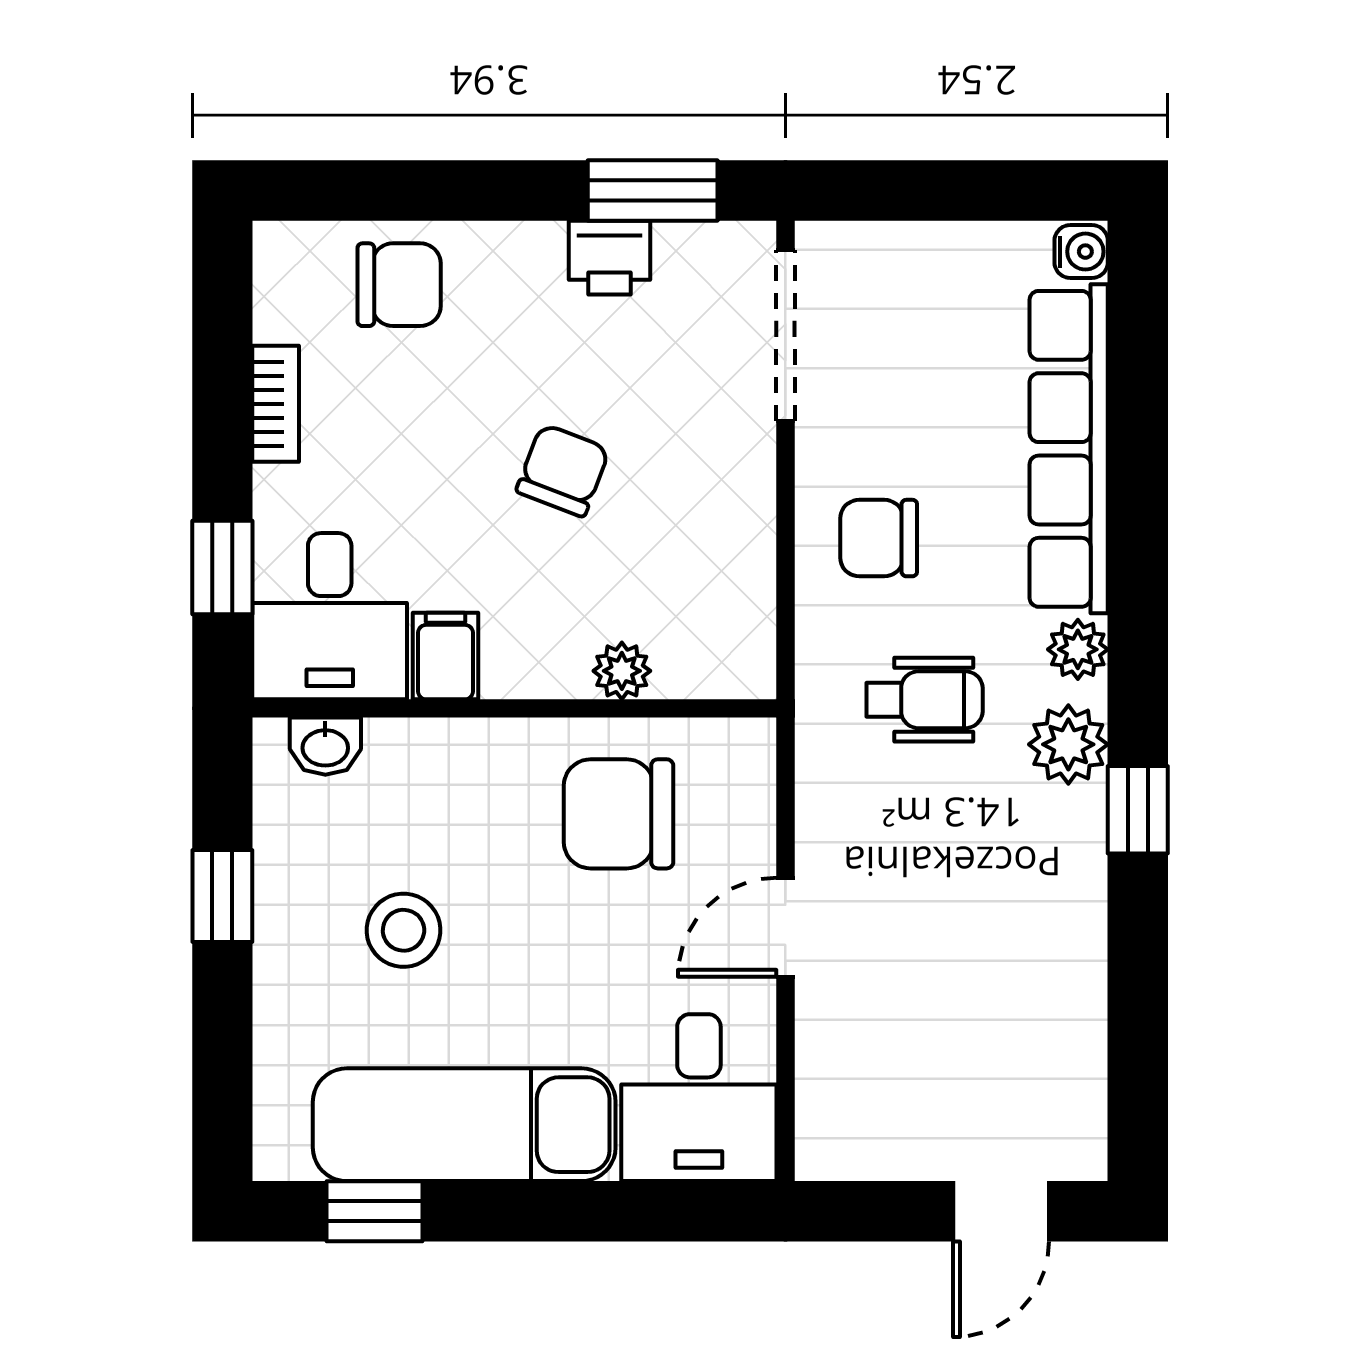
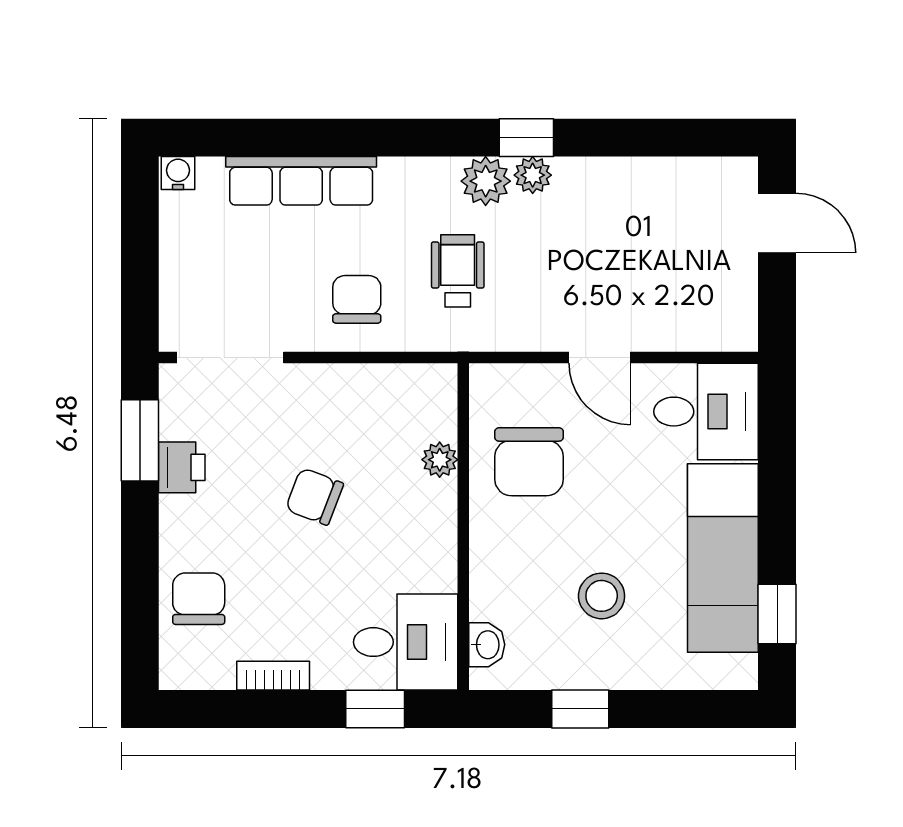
row of seats: (1069, 449) -> (301, 181), width x0.73
chair: (879, 538) -> (357, 299), turned 180
plant: (1078, 649) -> (533, 175), moved
filing cabinet: (446, 656) -> (430, 570), removed

